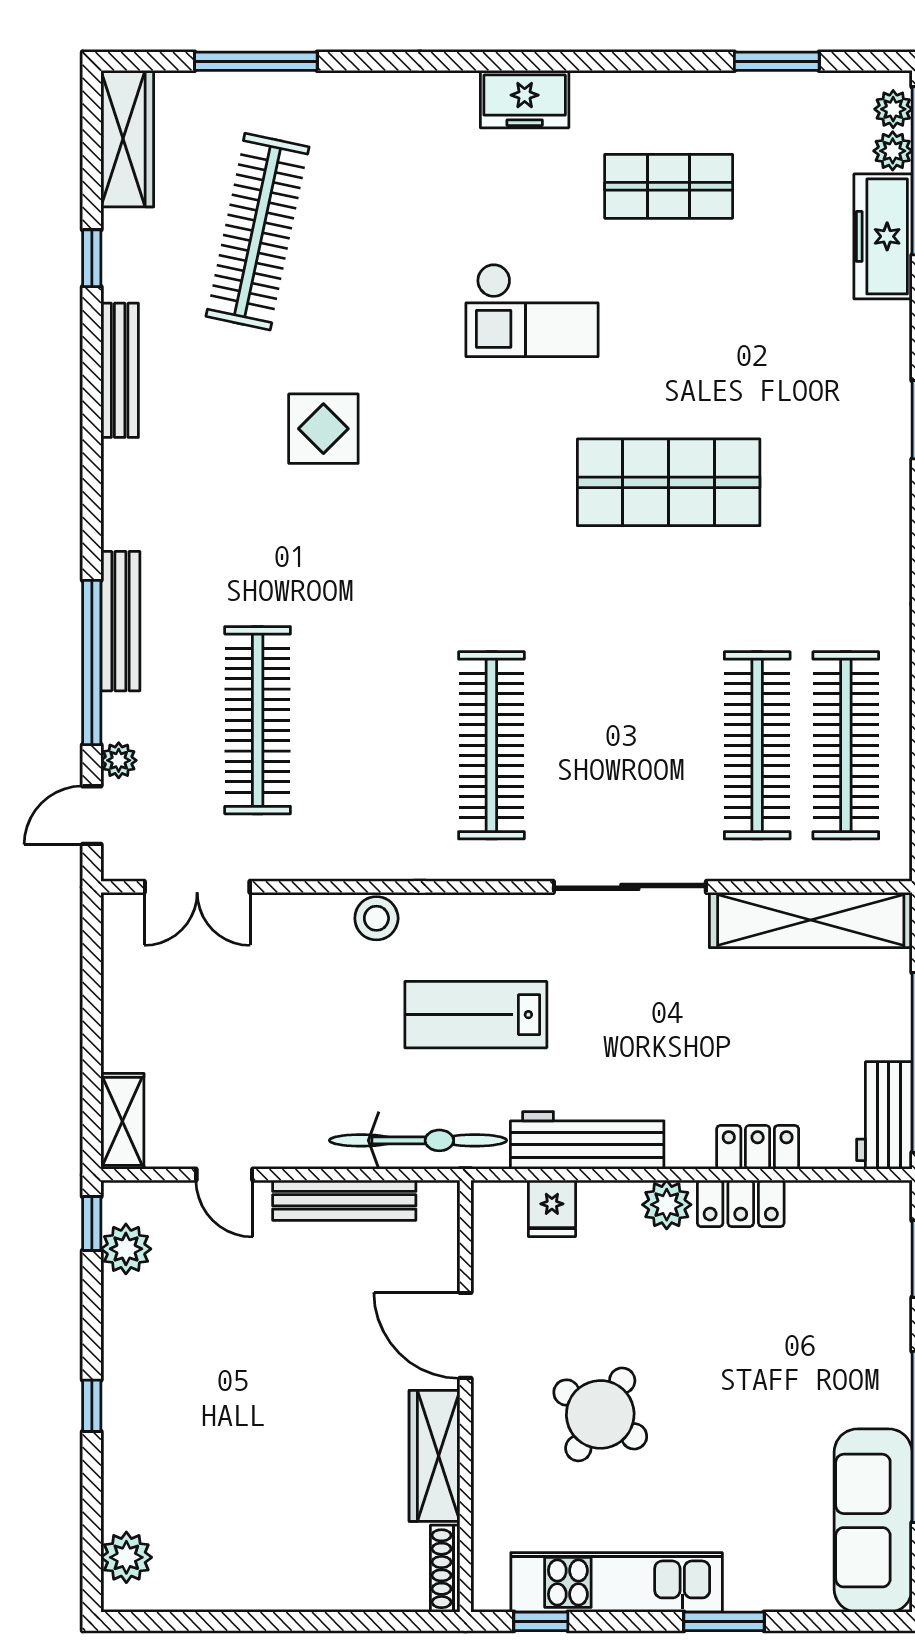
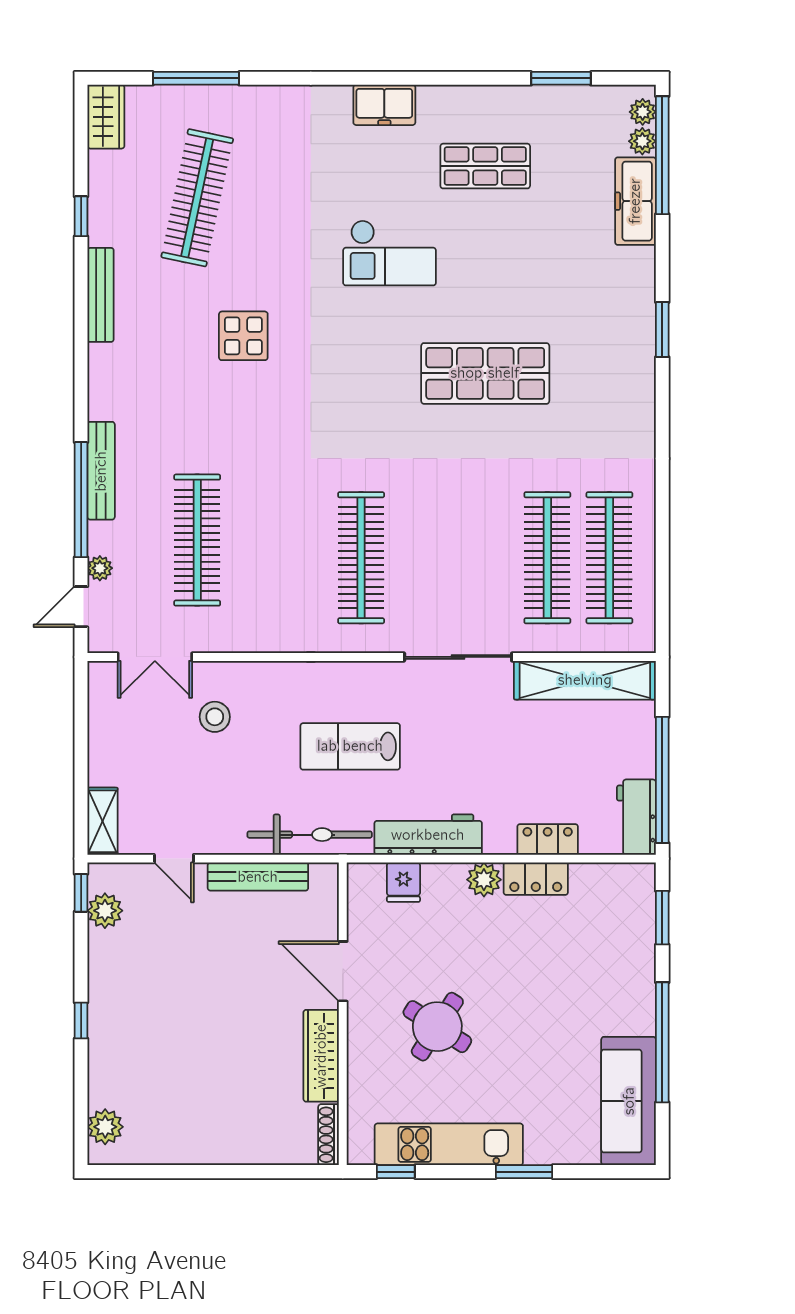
wardrobe: (127, 139) -> (106, 117), width x0.67
stool: (376, 918) -> (215, 717), moved

